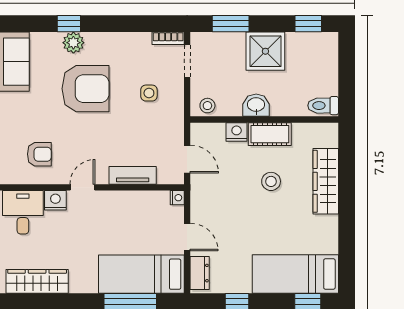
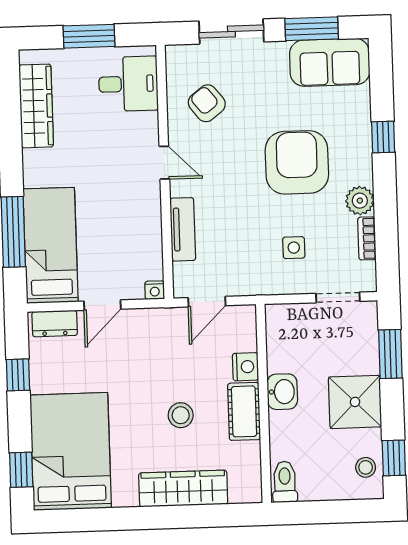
bookcase: (168, 38) -> (367, 238), moved
plant: (73, 43) -> (360, 201), moved
armchair: (86, 89) -> (297, 162), turned 180
stool: (207, 106) -> (366, 467), moved
armchair: (39, 154) -> (207, 103), turned 142
nightstand: (55, 200) -> (146, 127), removed
bed: (295, 274) -> (71, 452), width x1.50

